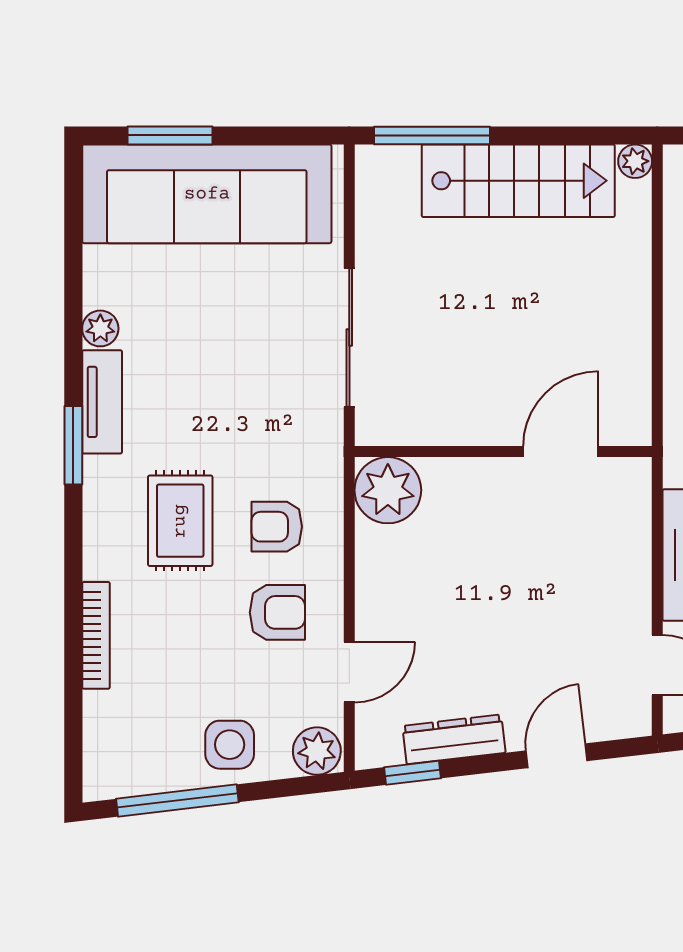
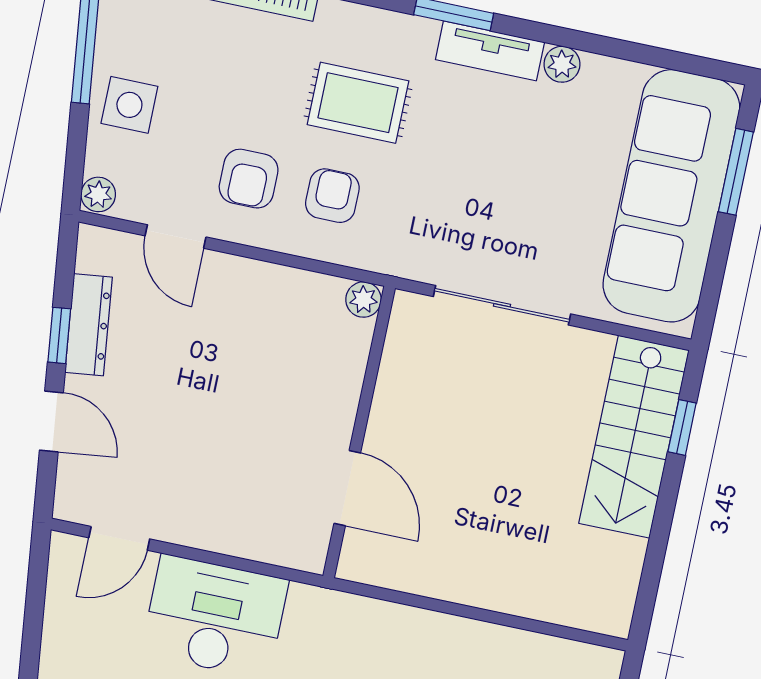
window: (432, 135) -> (682, 427), width x0.46
plant: (635, 161) -> (615, 620), removed
stairs: (518, 181) -> (634, 437), moved
plant: (388, 490) -> (363, 300), width x0.53, depth x0.53
plant: (317, 751) -> (98, 194), width x0.73, depth x0.73
window: (413, 773) -> (59, 335), moved

